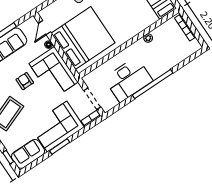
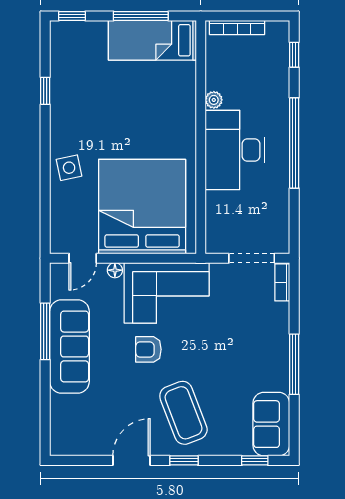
door: (45, 28) -> (83, 258), hinge flipped
window: (190, 59) -> (294, 55), added
desk: (128, 79) -> (235, 150), moved, turned 180
corner sofa: (57, 126) -> (258, 347), removed
window: (60, 147) -> (294, 364), width x1.44

